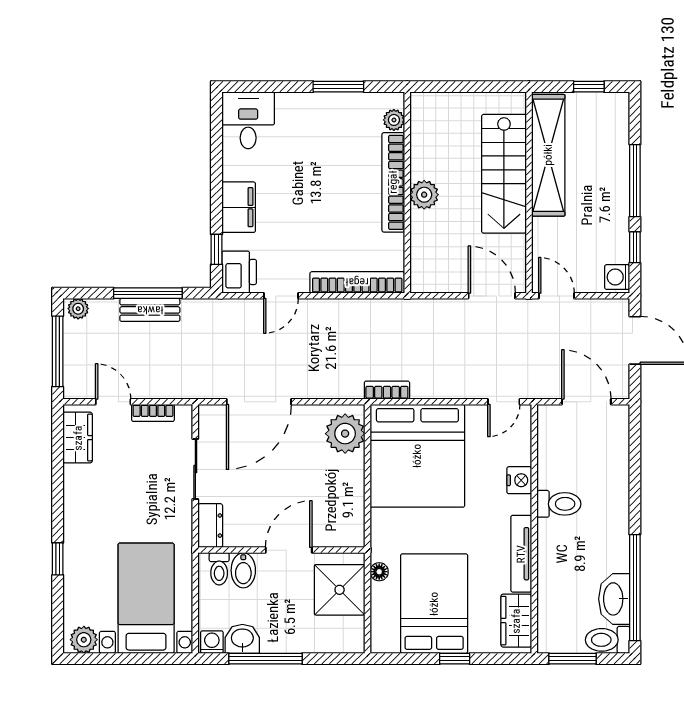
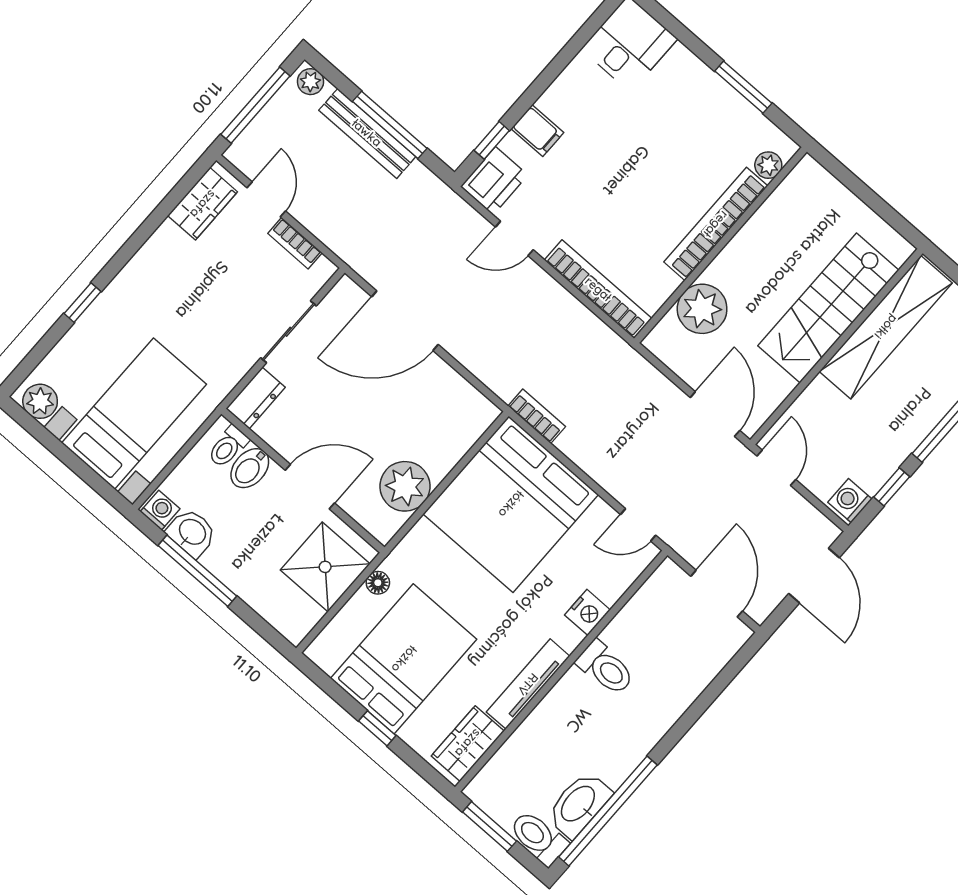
plant: (424, 195) -> (702, 309), moved, width x1.36, depth x1.36
filing cabinet: (239, 207) -> (537, 131), width x0.50
bench: (150, 310) -> (367, 133), width x1.36
plant: (345, 434) -> (405, 486), moved

